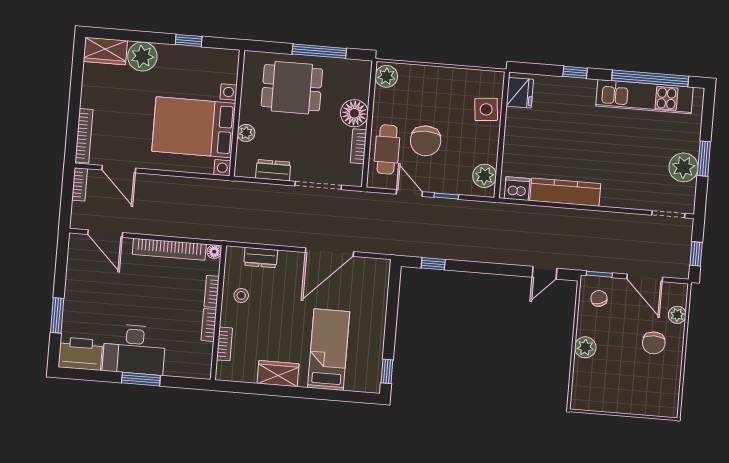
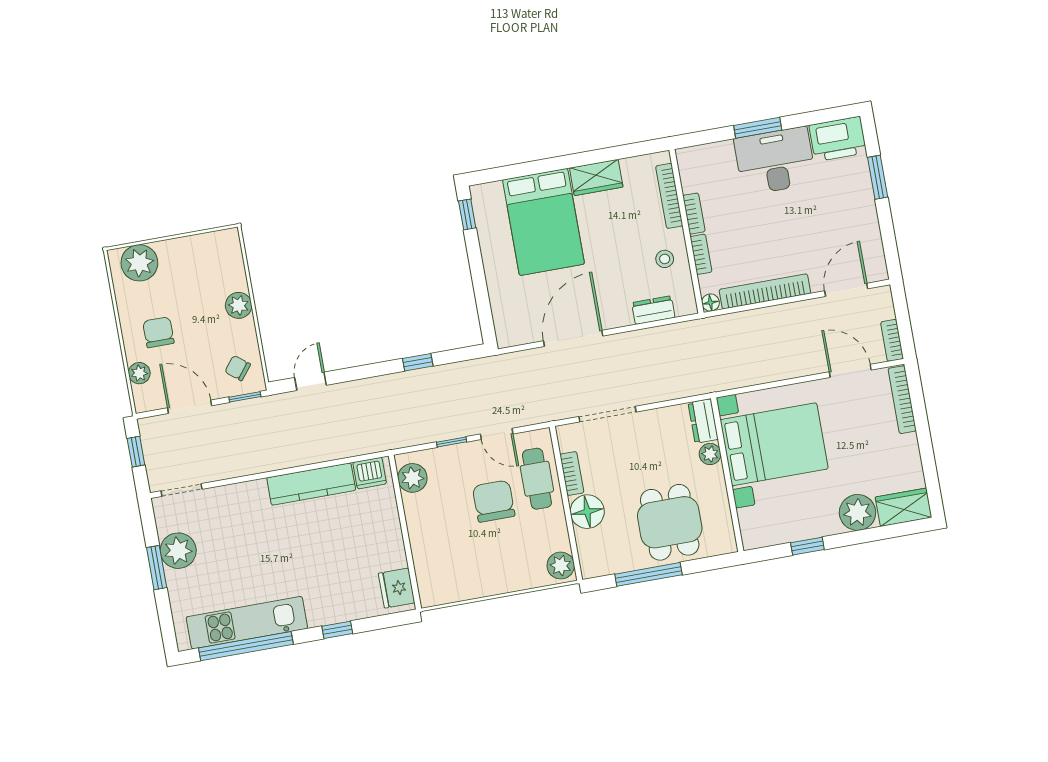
dining table: (292, 88) -> (670, 522), turned 90
side table: (486, 109) -> (431, 558), removed
dresser: (273, 170) -> (703, 421), moved, turned 90
door: (105, 234) -> (846, 290), hinge flipped
window: (433, 264) -> (418, 362), moved
chair: (599, 298) -> (238, 368), turned 146
bookcase: (225, 344) -> (669, 196), width x1.56
bed: (329, 350) -> (543, 222), width x1.50
plant: (654, 401) -> (139, 263), added

